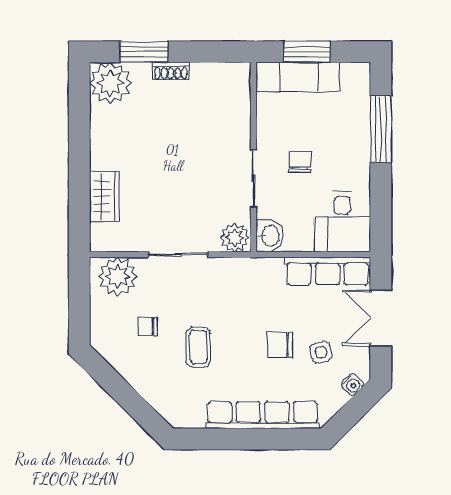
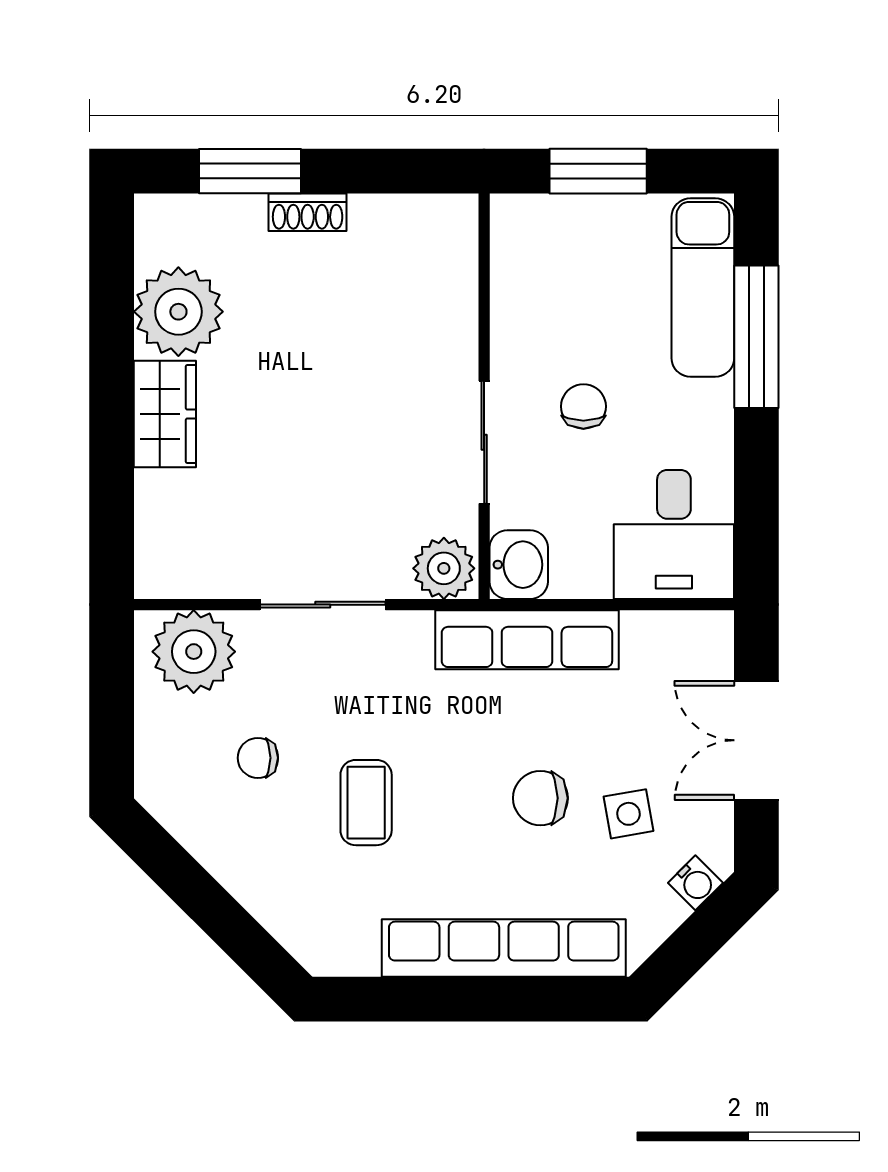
exam couch: (298, 77) -> (703, 287), moved, turned 90
plant: (111, 83) -> (178, 312), moved
wardrobe: (104, 197) -> (165, 414), moved
row of seats: (328, 271) -> (527, 640), moved

